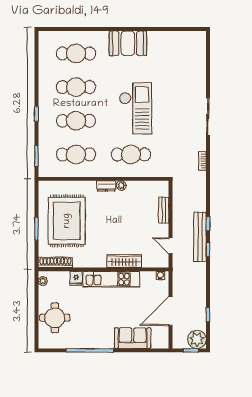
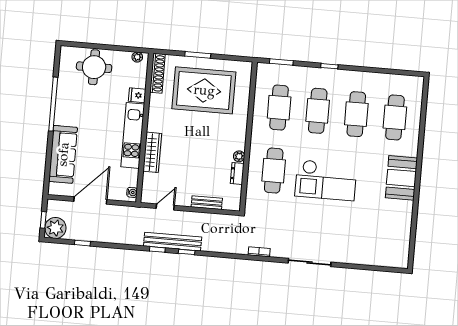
dresser: (106, 186) -> (237, 174), moved
door: (171, 311) -> (90, 200), hinge flipped
sofa: (133, 338) -> (63, 154), width x1.36

